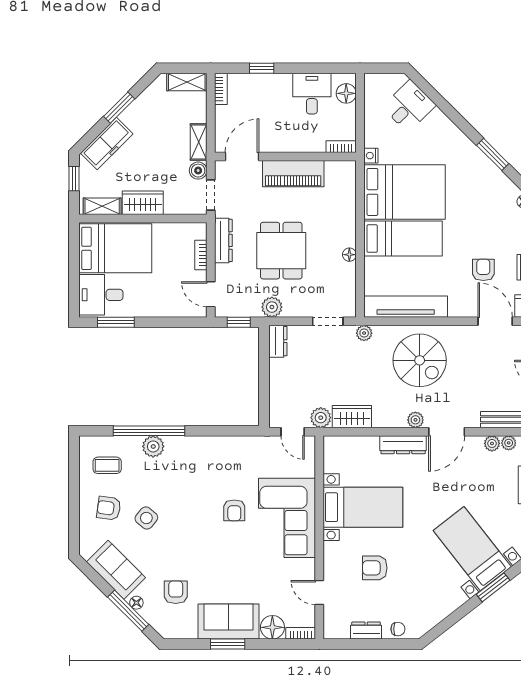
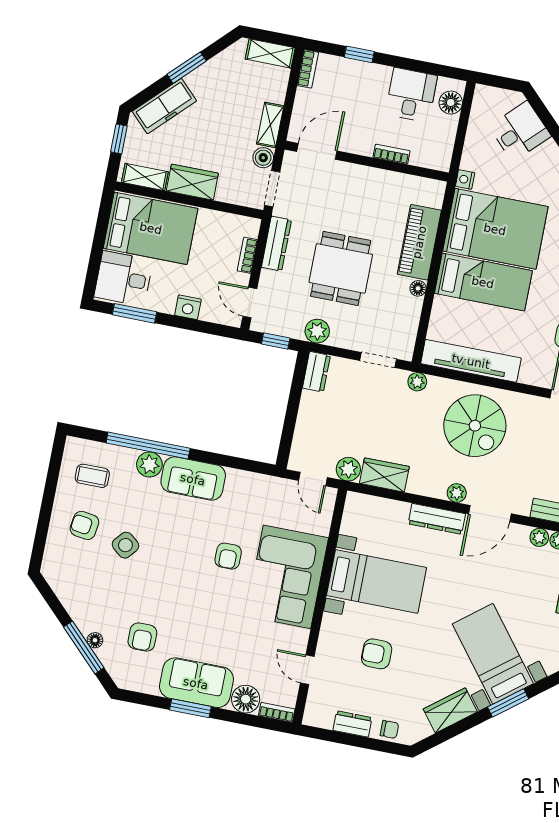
bookcase: (341, 147) -> (391, 154), moved
piano: (293, 174) -> (419, 242), moved, turned 90
nightstand: (160, 308) -> (188, 307), added
sofa: (116, 570) -> (193, 479), moved, turned 135
armchair: (176, 592) -> (142, 637), turned 180
wardrobe: (446, 603) -> (450, 710), added

